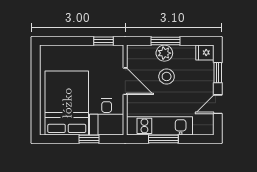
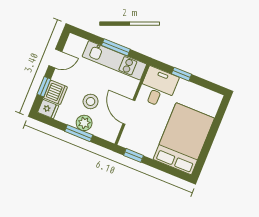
dishwasher: (204, 71) -> (55, 92), added
bed: (67, 103) -> (184, 139), moved, turned 180

